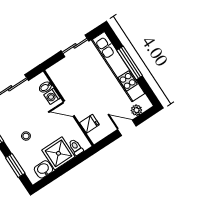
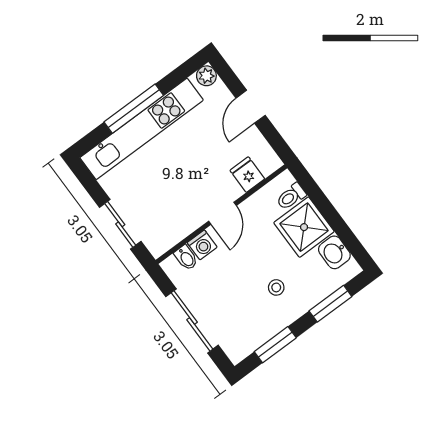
sliding door: (75, 46) -> (120, 224), moved
plant: (136, 110) -> (206, 76), moved

